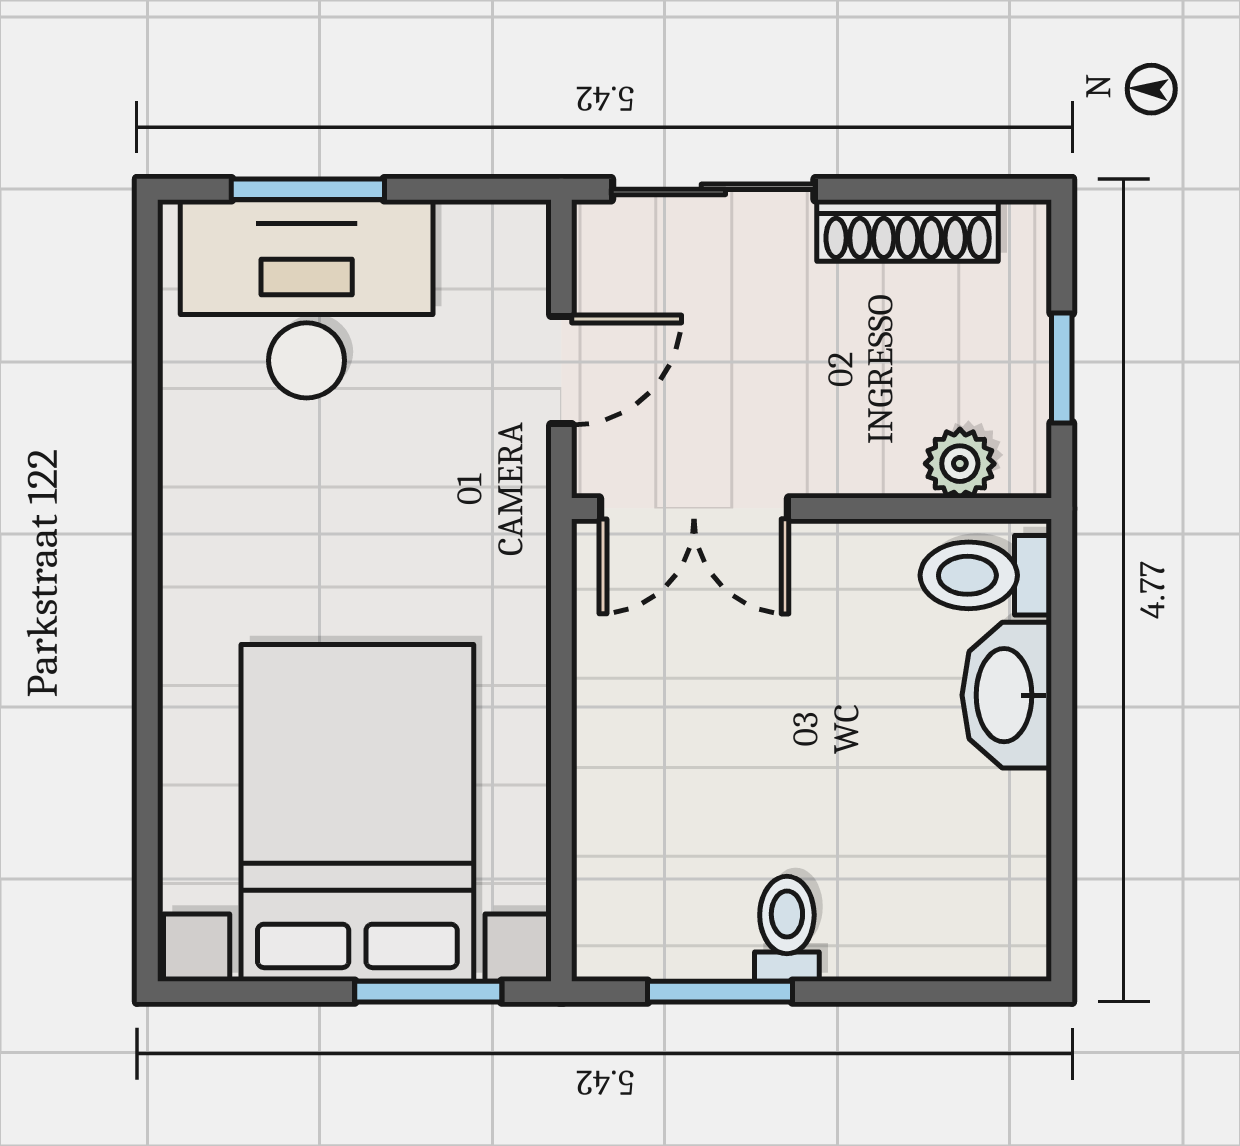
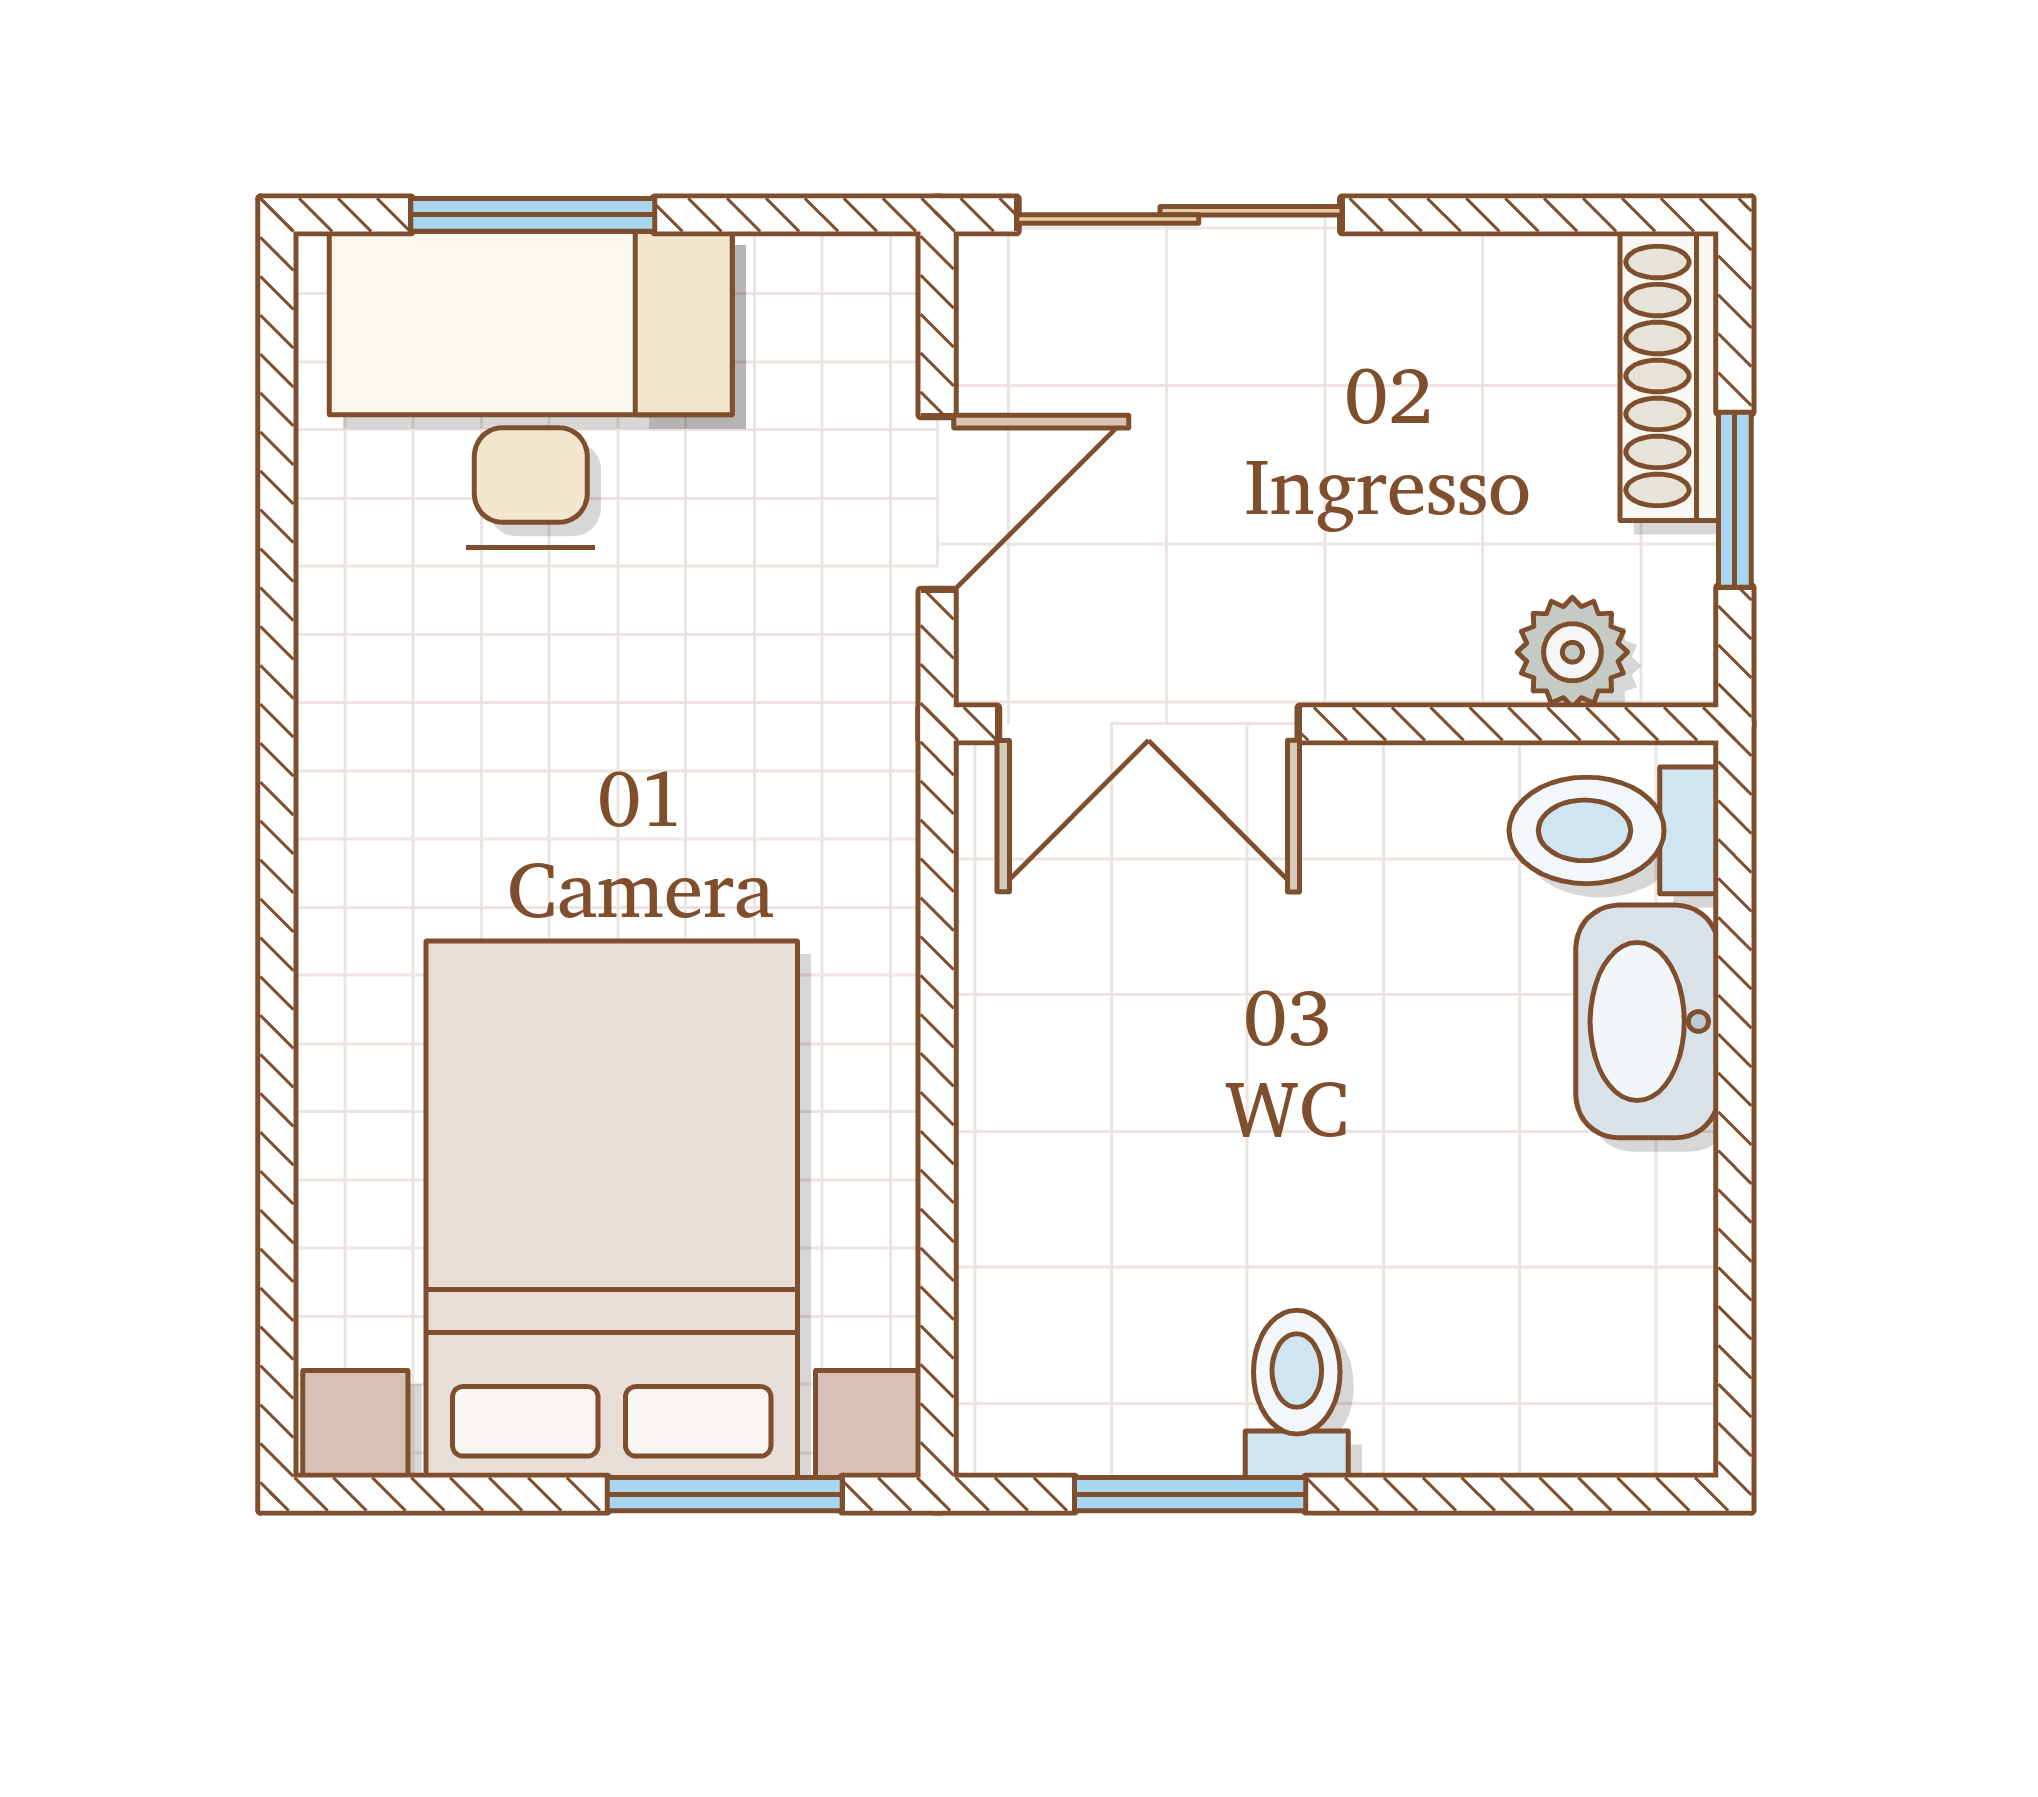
shoe rack: (908, 231) -> (1669, 376), moved, turned 90

